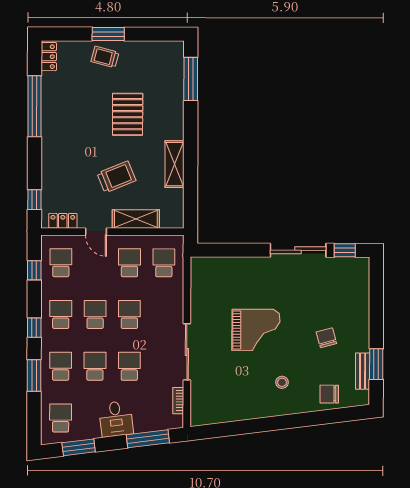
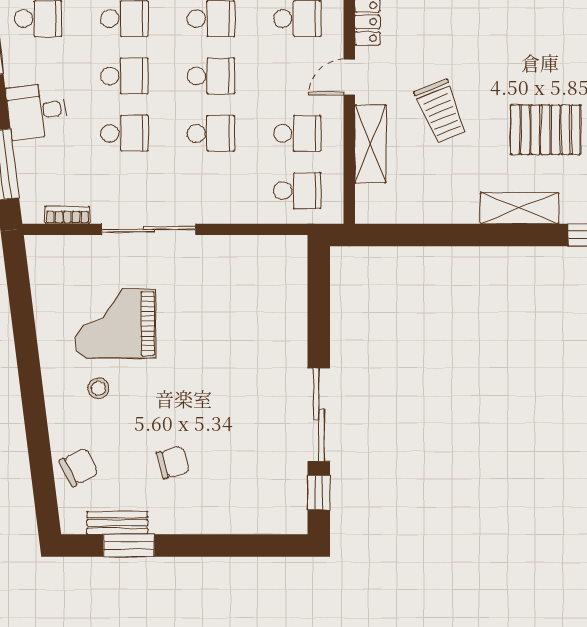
shelving: (175, 164) -> (520, 208), moved
grand piano: (256, 330) -> (116, 324), moved, turned 90
chair: (329, 394) -> (79, 467), turned 63

